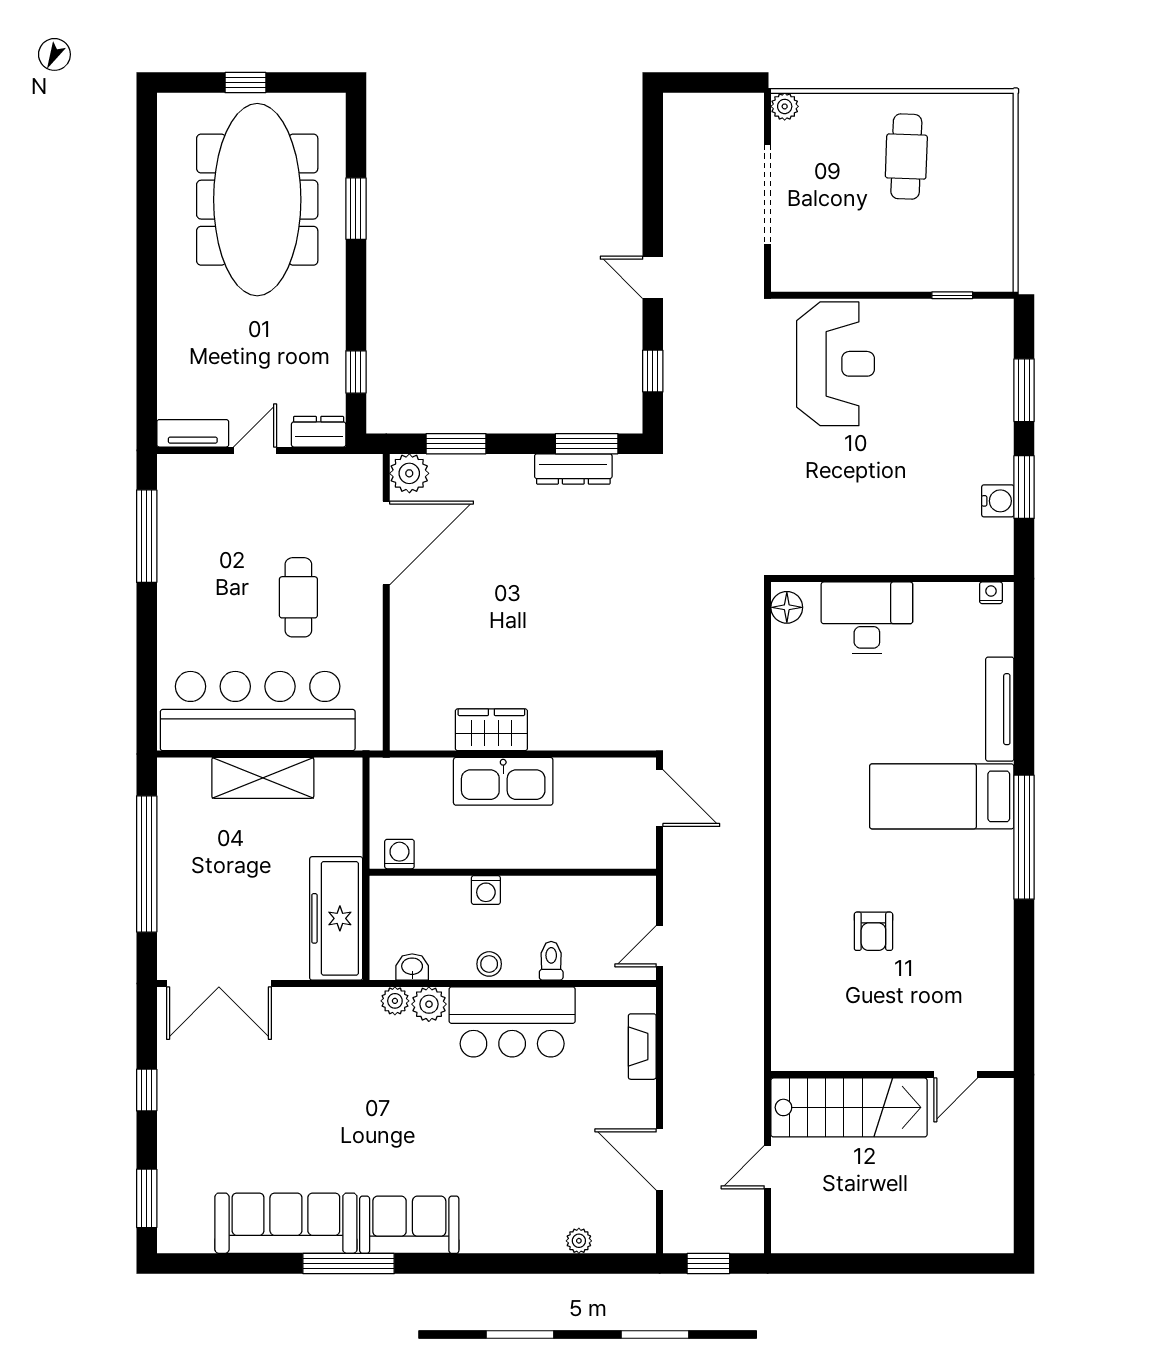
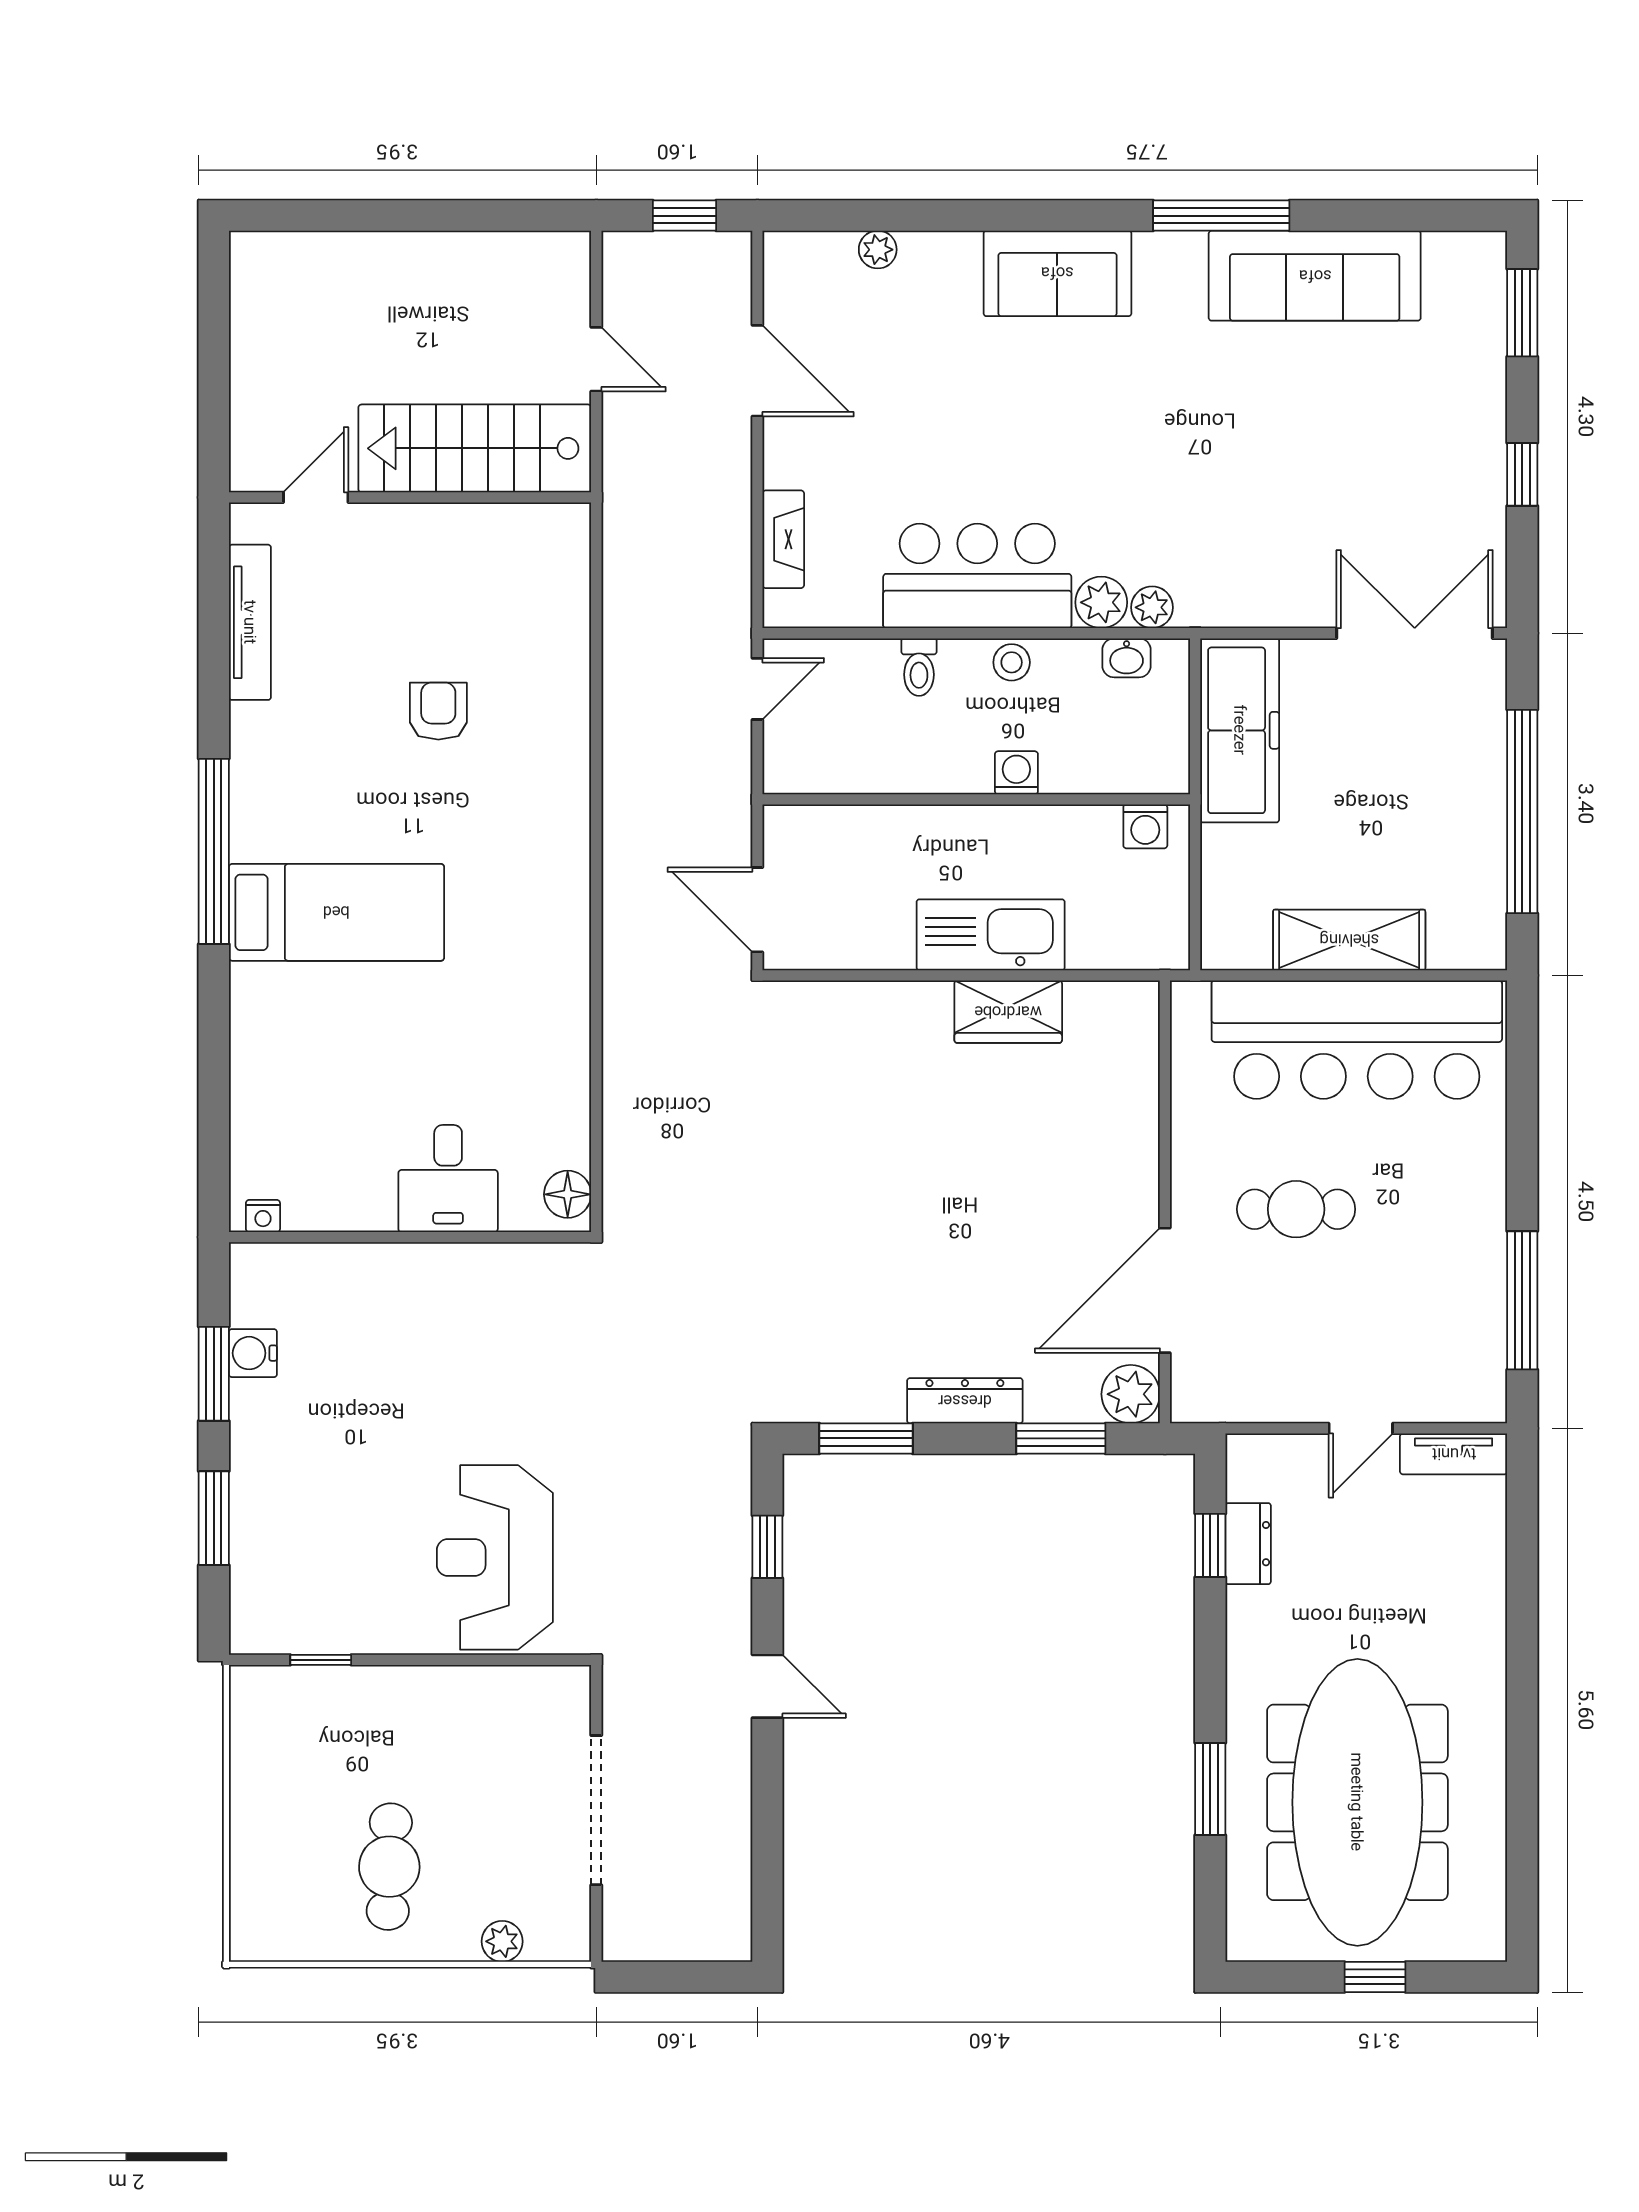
plant: (785, 106) -> (502, 1941), moved
dresser: (319, 432) -> (1248, 1544), moved, turned -90
dresser: (573, 469) -> (965, 1401), moved
cafe table: (298, 597) -> (1296, 1209), turned 90
desk: (867, 618) -> (448, 1179), width x0.73
tv unit: (1000, 709) -> (250, 622), moved
door: (768, 1167) -> (596, 359), hinge flipped
sofa: (409, 1225) -> (1057, 273), moved

